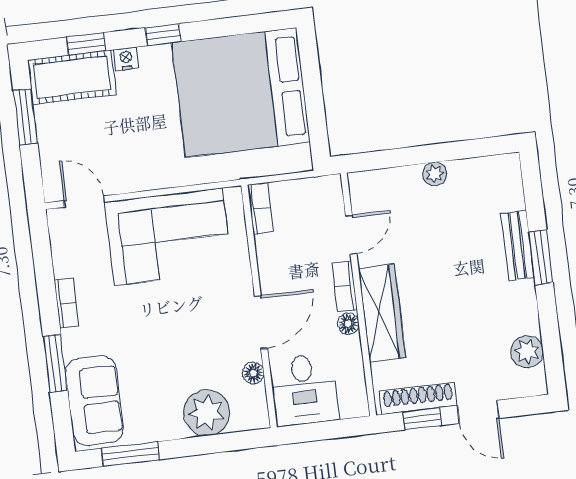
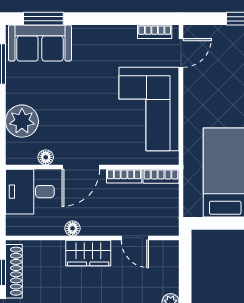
bookcase: (344, 286) -> (124, 176), moved, turned 180
bookcase: (66, 303) -> (155, 32), moved
wardrobe: (382, 313) -> (88, 253), width x0.67
door: (261, 322) -> (81, 167), hinge flipped
window: (55, 363) -> (43, 19), moved

